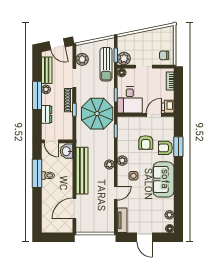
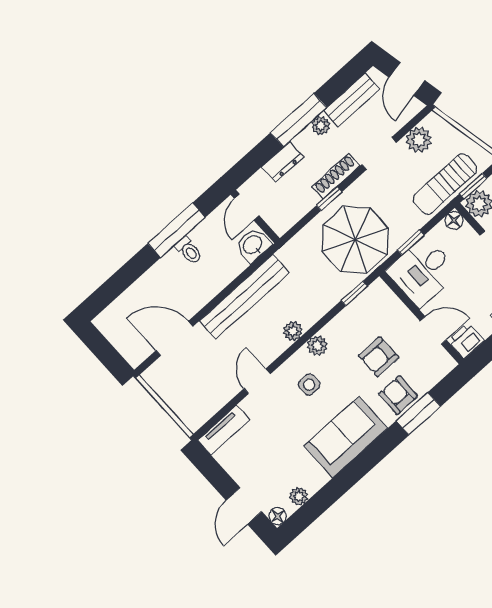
door: (116, 193) -> (257, 381), swing flipped
door: (145, 237) -> (244, 506), moved

